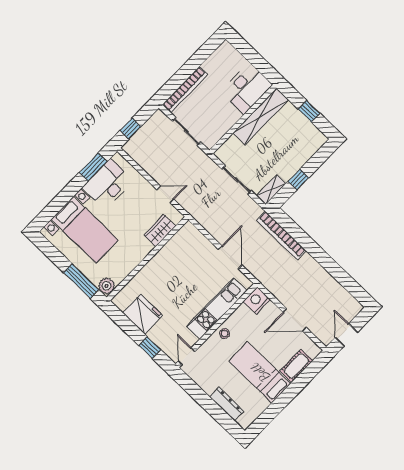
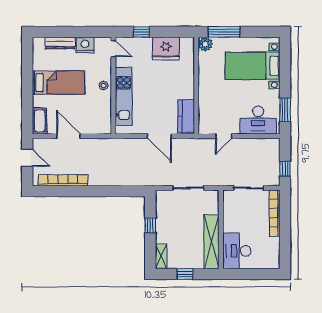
window: (130, 129) -> (285, 169), moved
desk: (108, 184) -> (258, 120), moved, turned 90
shelving: (271, 189) -> (161, 256), moved
wardrobe: (160, 231) -> (206, 110), removed
bookcase: (281, 235) -> (63, 180), moved
kitchen counter: (180, 242) -> (186, 116), added
door: (230, 257) -> (159, 136), moved
nightstand: (257, 300) -> (85, 45), moved, turned -90
door: (295, 320) -> (68, 136), hinge flipped
cot: (296, 366) -> (40, 121), moved

